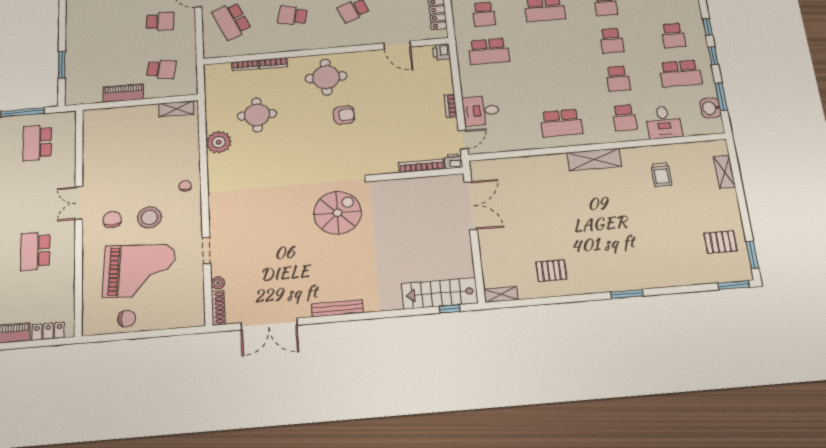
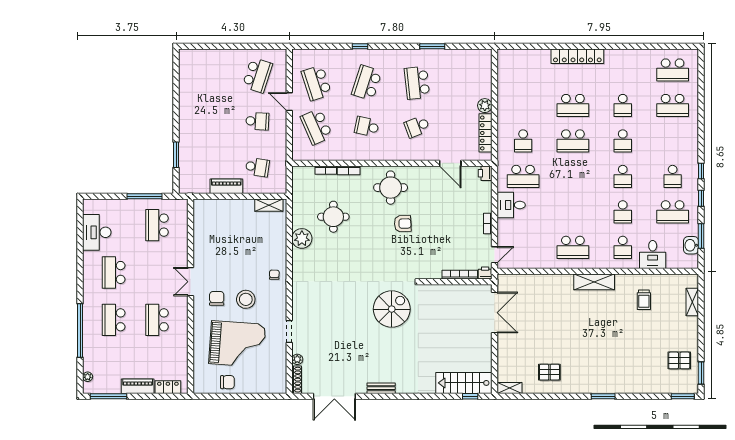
desk: (481, 111) -> (511, 205), moved
bench: (337, 308) -> (381, 388), width x0.73

